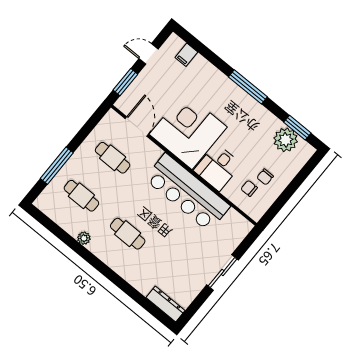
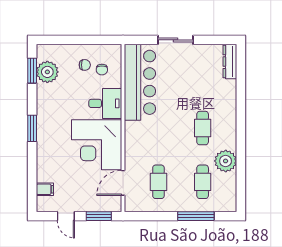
window: (248, 87) -> (32, 128), width x0.69
bar counter: (187, 192) -> (140, 82), moved
plant: (84, 238) -> (226, 161), width x1.87, depth x1.87

